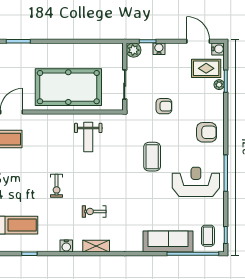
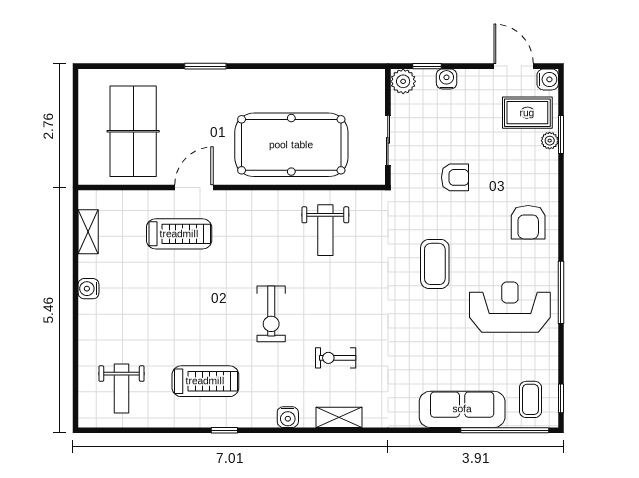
armchair: (207, 132) -> (528, 222), turned 90
exercise bike: (57, 186) -> (271, 314), width x1.38, depth x1.39

